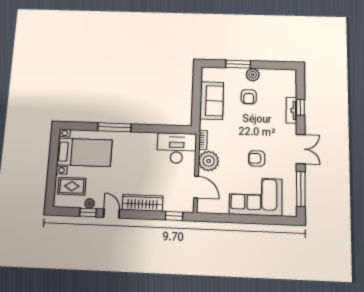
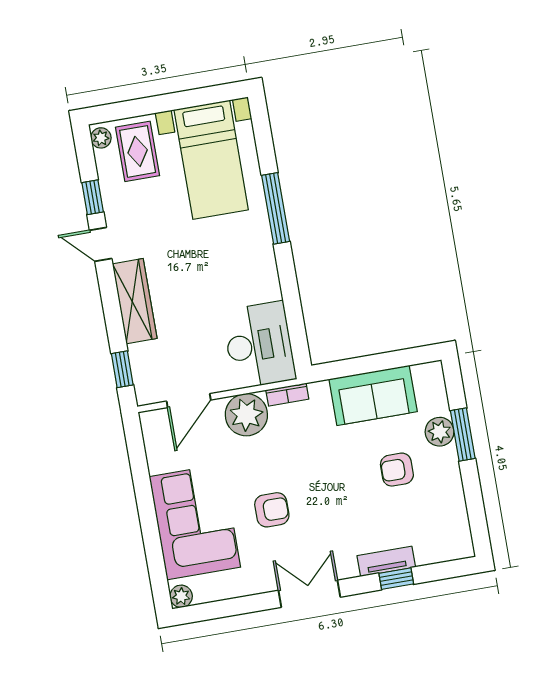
plant: (253, 75) -> (440, 432), moved
double door: (301, 149) -> (309, 594), swing flipped
armchair: (257, 158) -> (272, 510), turned 90
window: (301, 189) -> (229, 608), removed
plant: (90, 203) -> (101, 138), moved
plant: (291, 211) -> (181, 596), added
door: (111, 213) -> (101, 244), swing flipped

